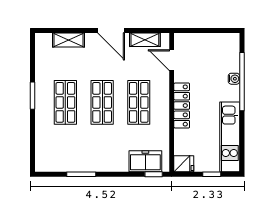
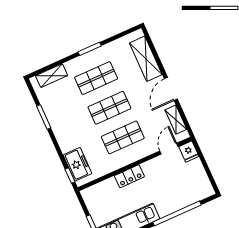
shelving: (69, 40) -> (146, 59), width x1.50, depth x1.33
water cooler: (234, 79) -> (177, 206), removed
locker: (182, 106) -> (129, 176), width x0.66
shelving: (42, 147) -> (52, 76), added
fridge: (184, 164) -> (189, 151), moved

